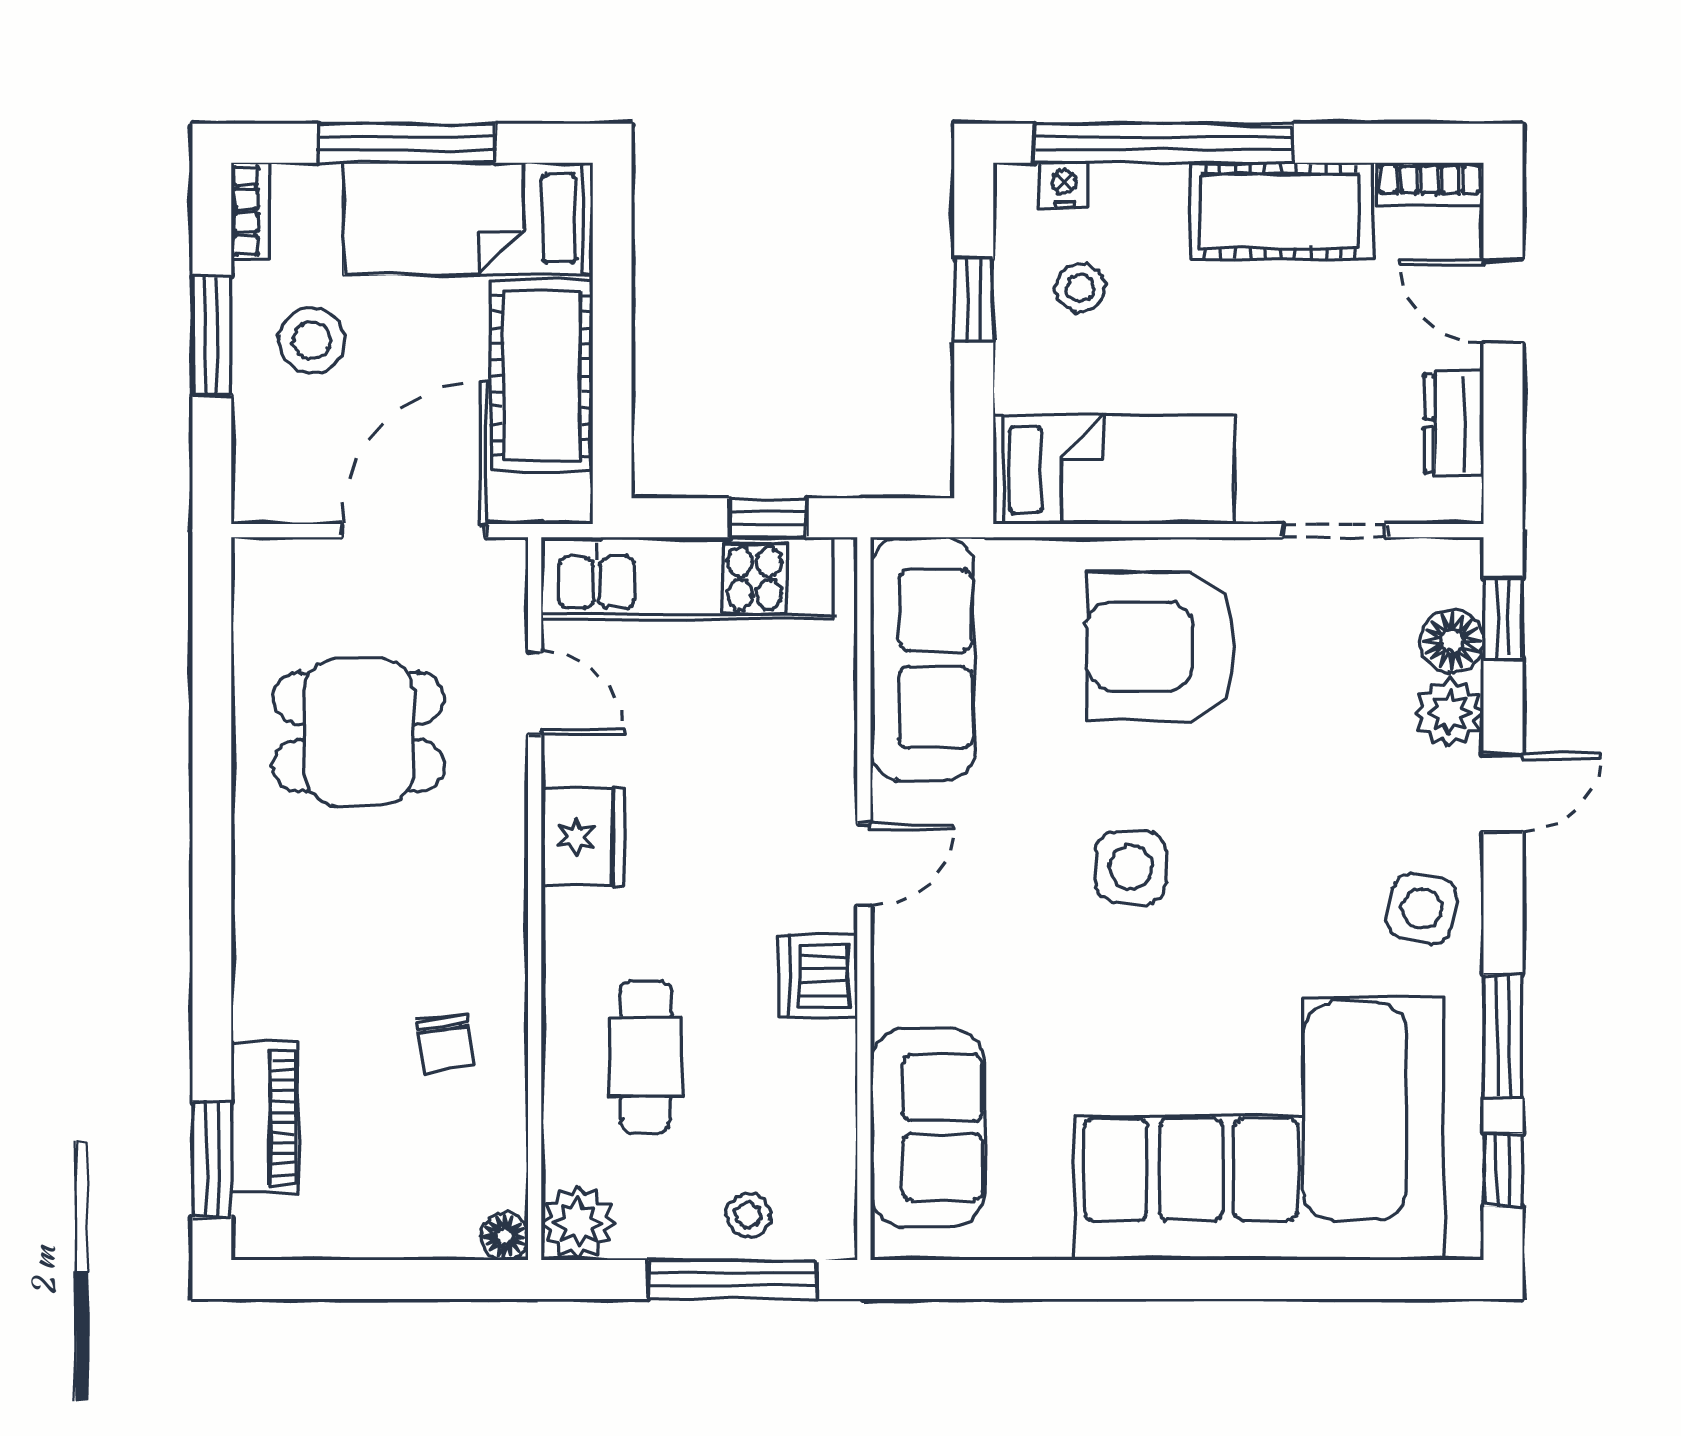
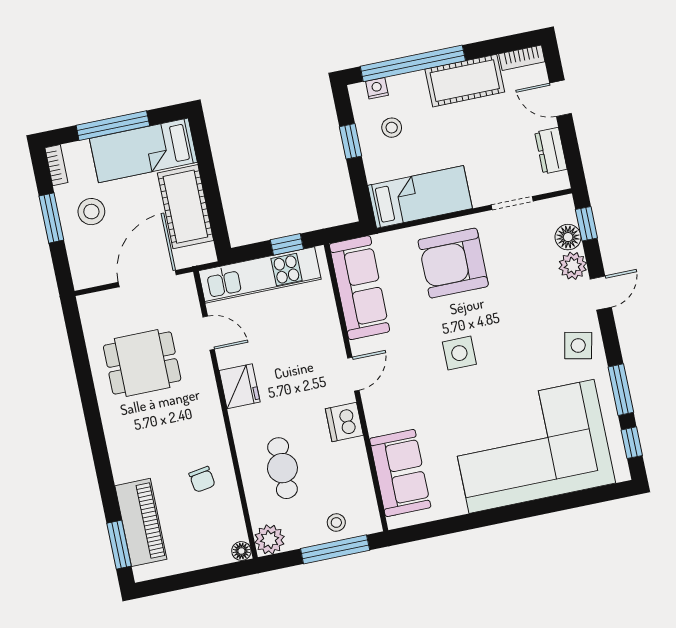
piano: (265, 1117) -> (141, 522), width x1.37, depth x1.33

